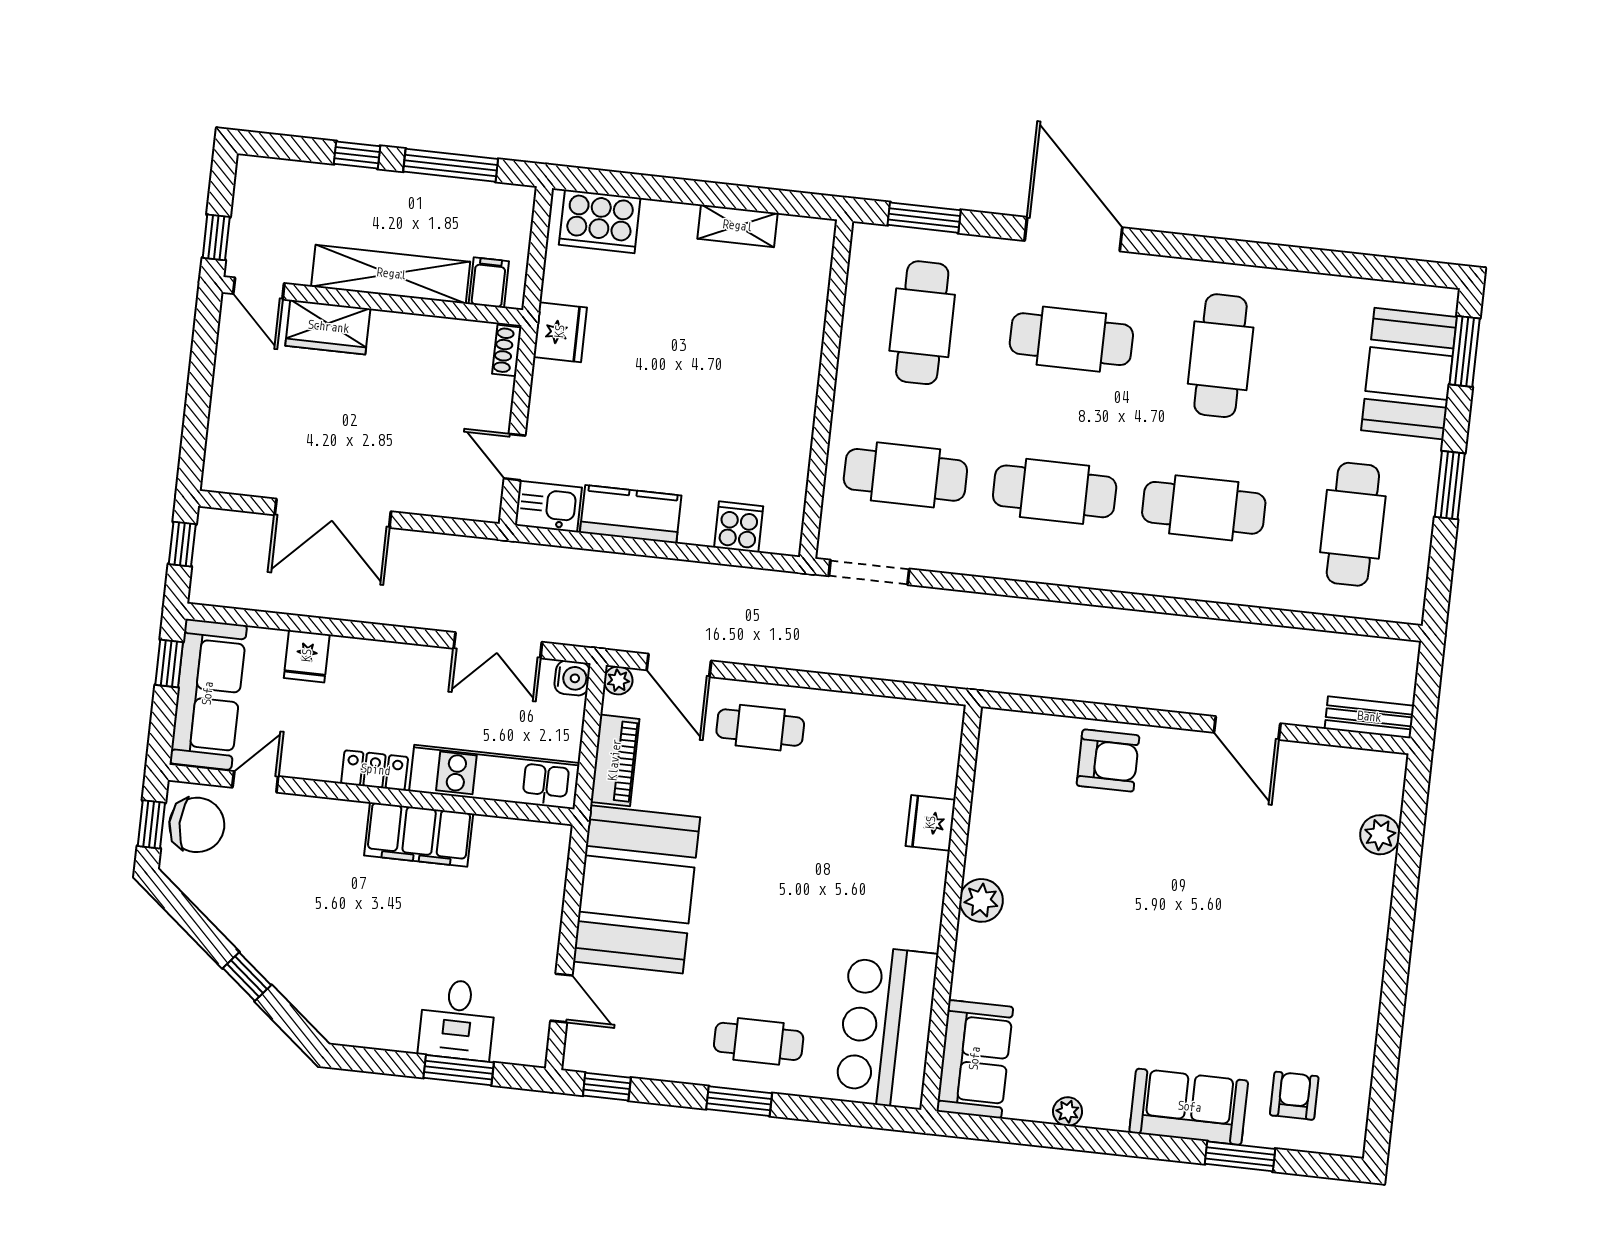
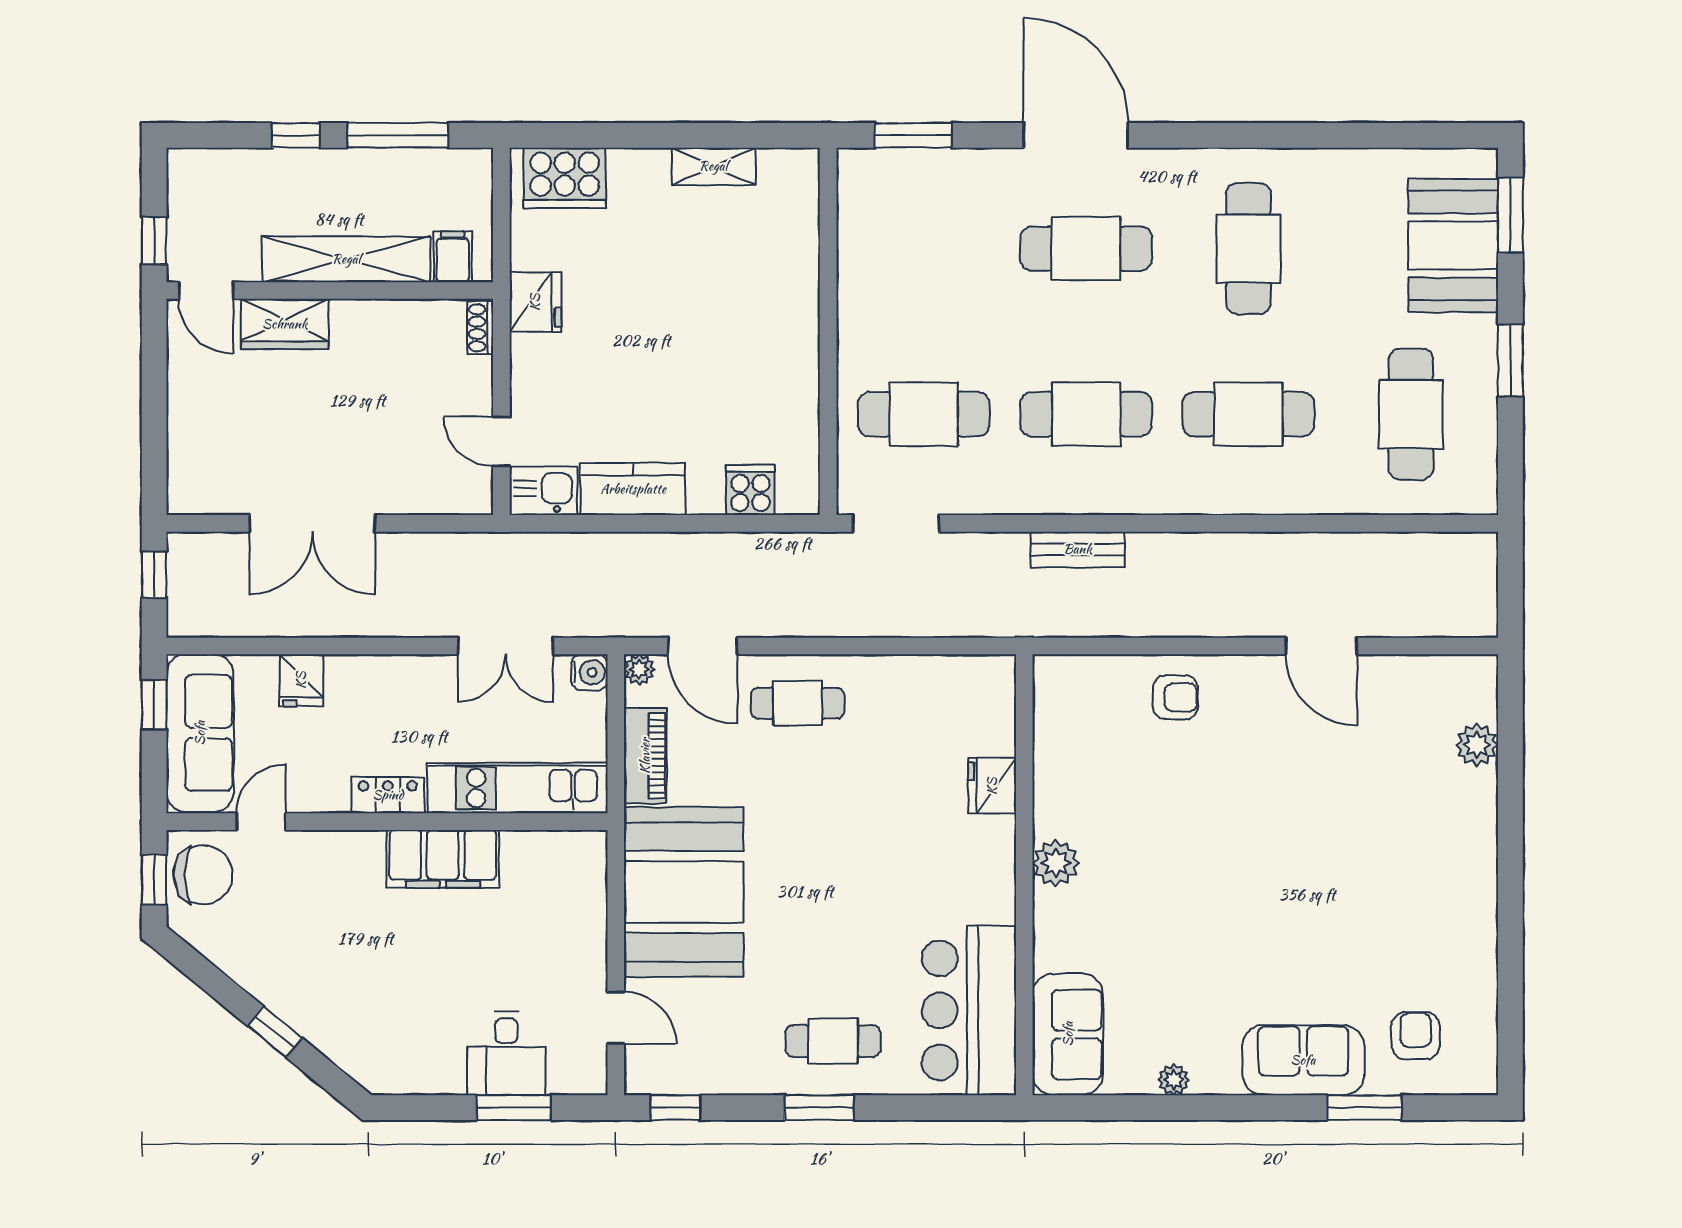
cafe table: (922, 323) -> (924, 249), removed
bench: (1369, 717) -> (1078, 549), moved
armchair: (1108, 761) -> (1175, 697), width x0.72, depth x0.72

